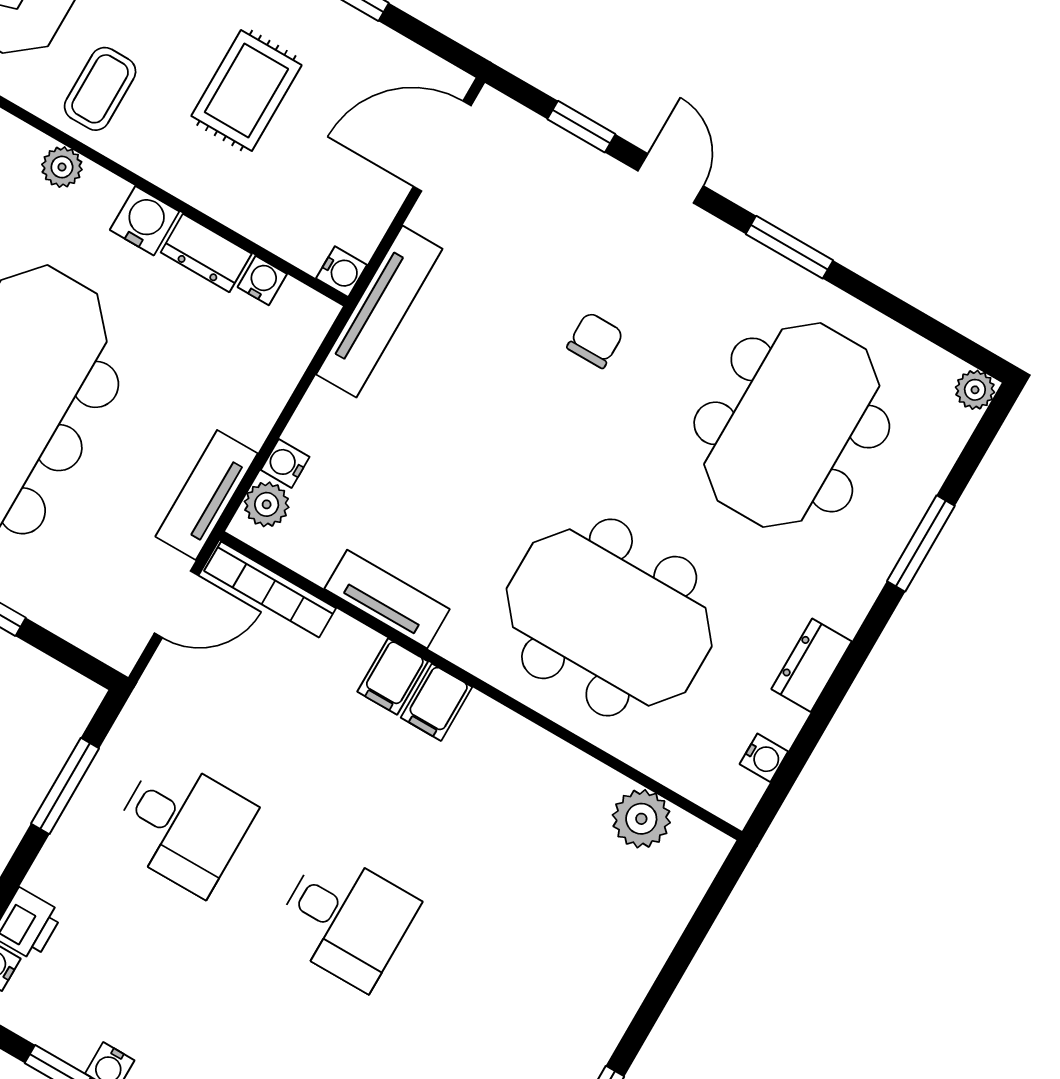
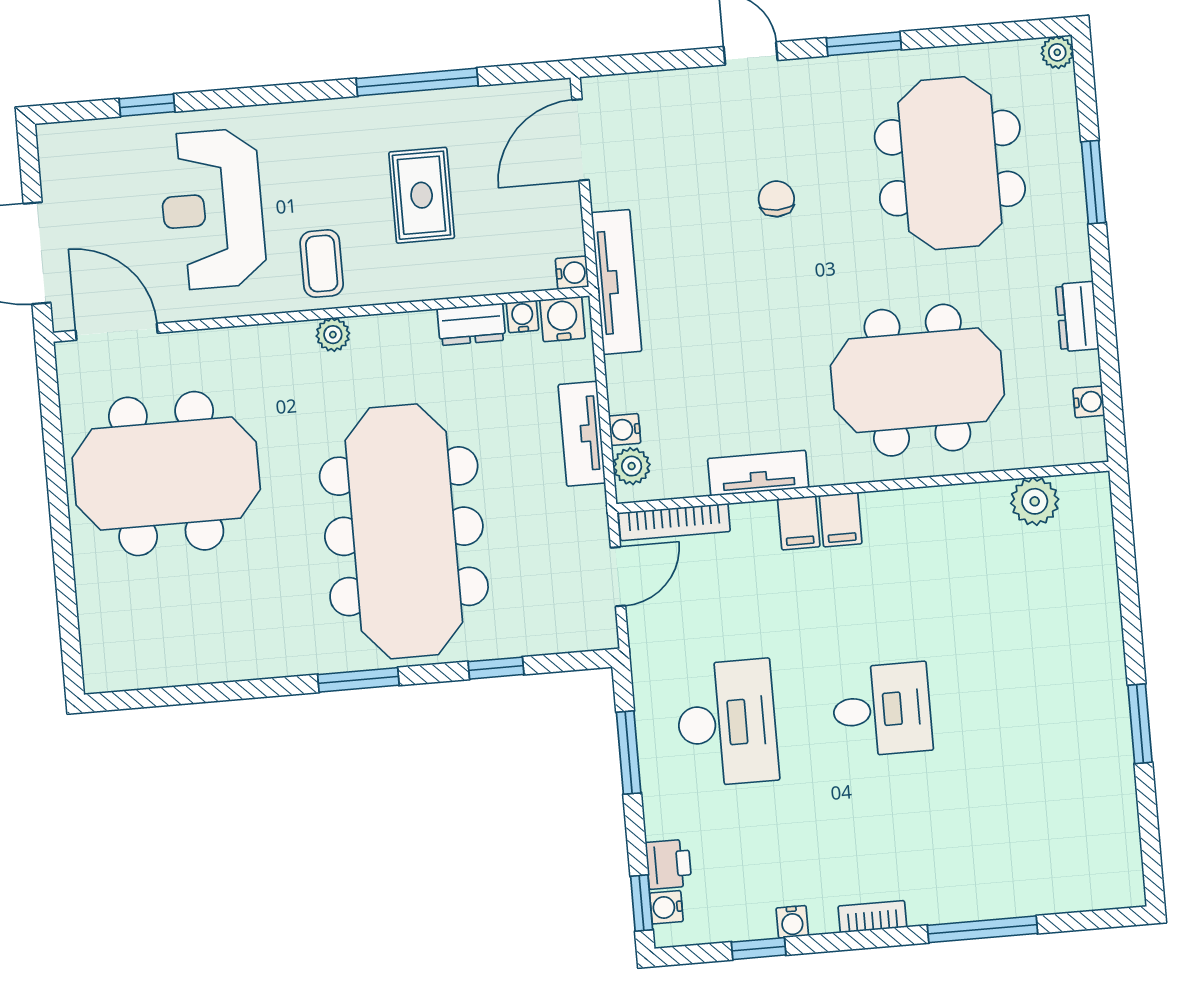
window: (581, 127) -> (666, 61), removed
water cooler: (145, 221) -> (562, 319), moved
tv unit: (207, 495) -> (582, 434), moved
desk: (183, 825) -> (727, 723), width x1.37

